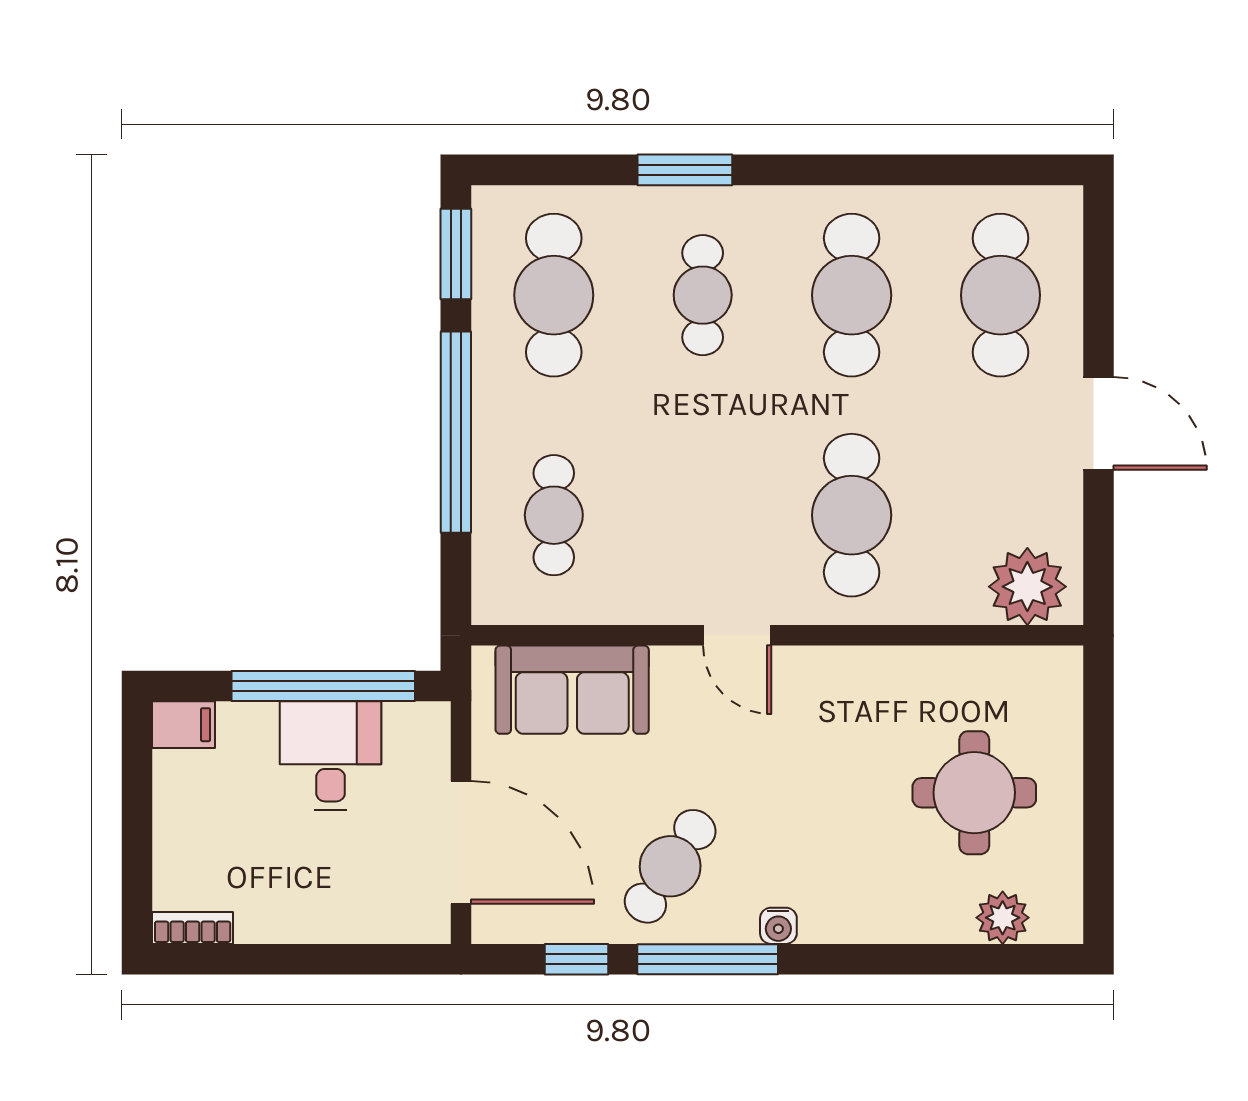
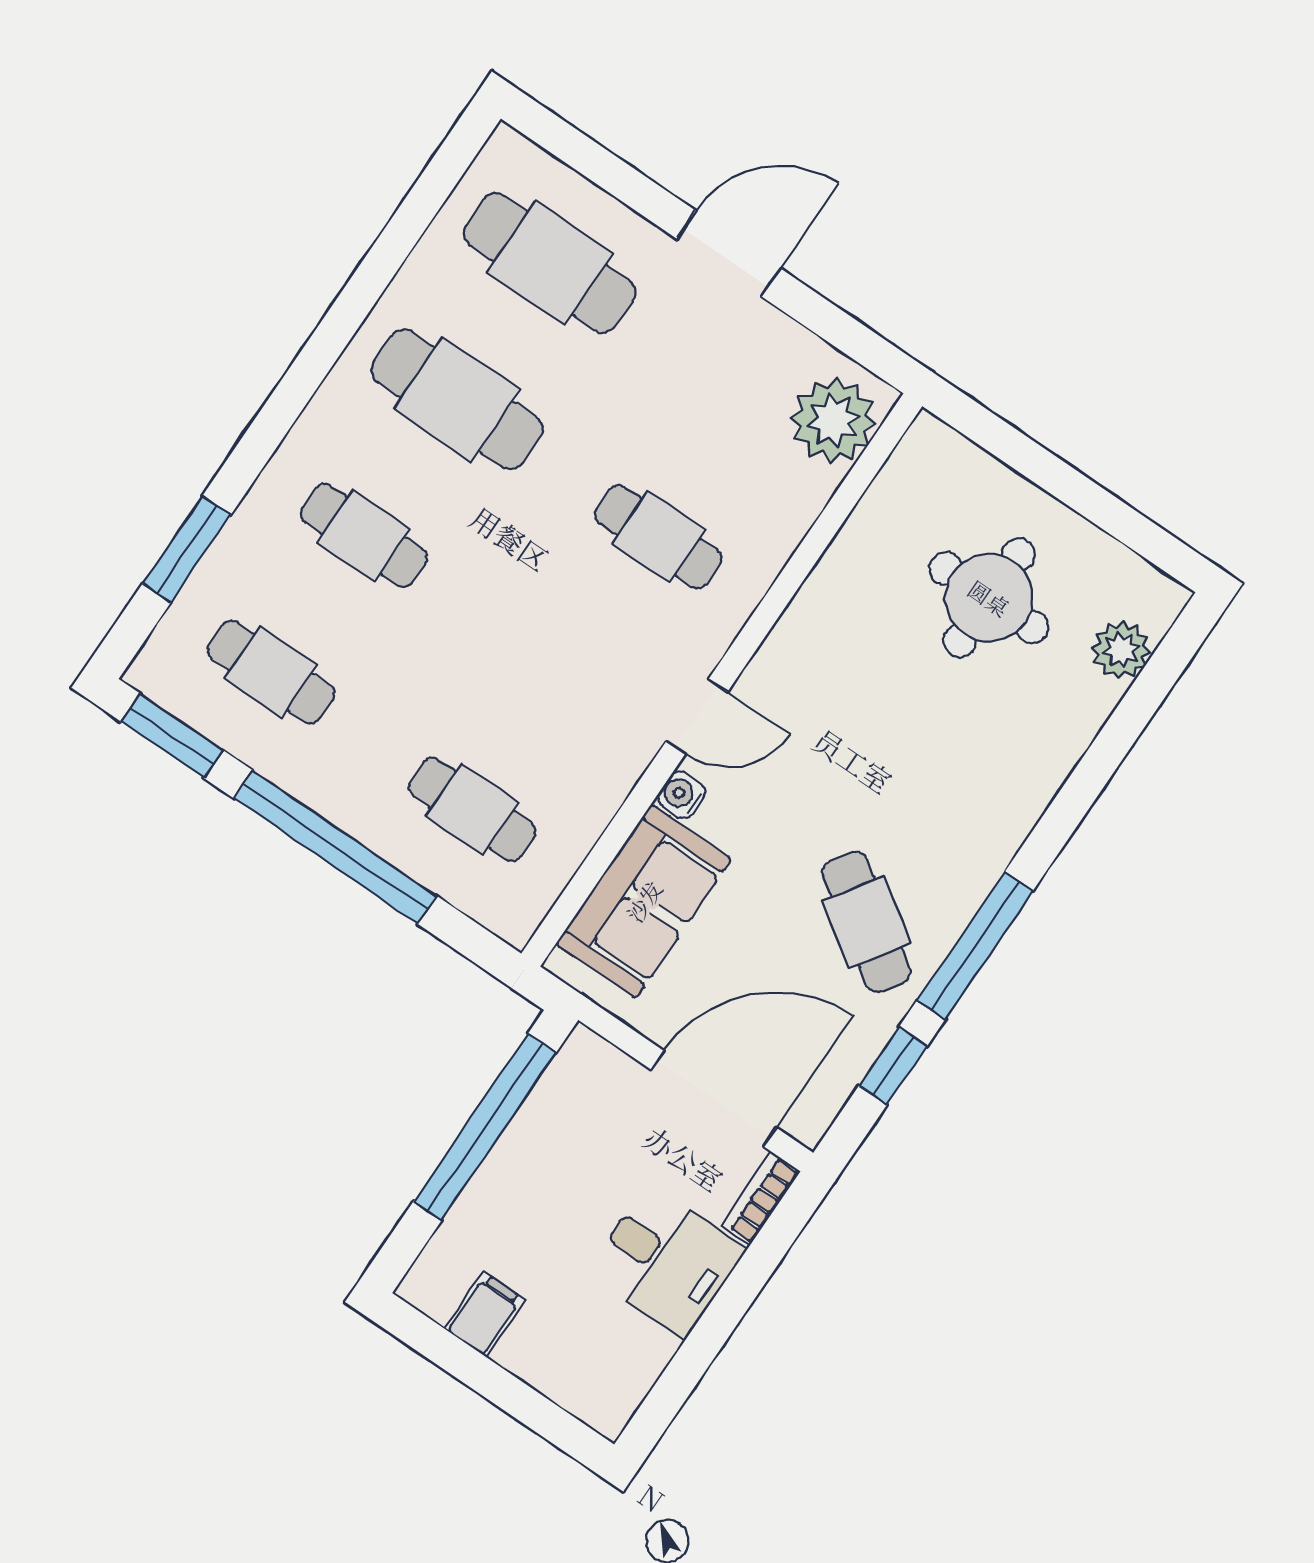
window: (685, 170) -> (187, 549), moved
cafe table: (554, 295) -> (271, 672), width x0.73, depth x0.74
cafe table: (852, 515) -> (658, 537), width x0.73, depth x0.74
filing cabinet: (184, 725) -> (485, 1314), moved
desk: (331, 756) -> (666, 1261), moved, turned 180
water cooler: (778, 926) -> (682, 795), moved, turned 180
bookcase: (193, 928) -> (761, 1198), moved

